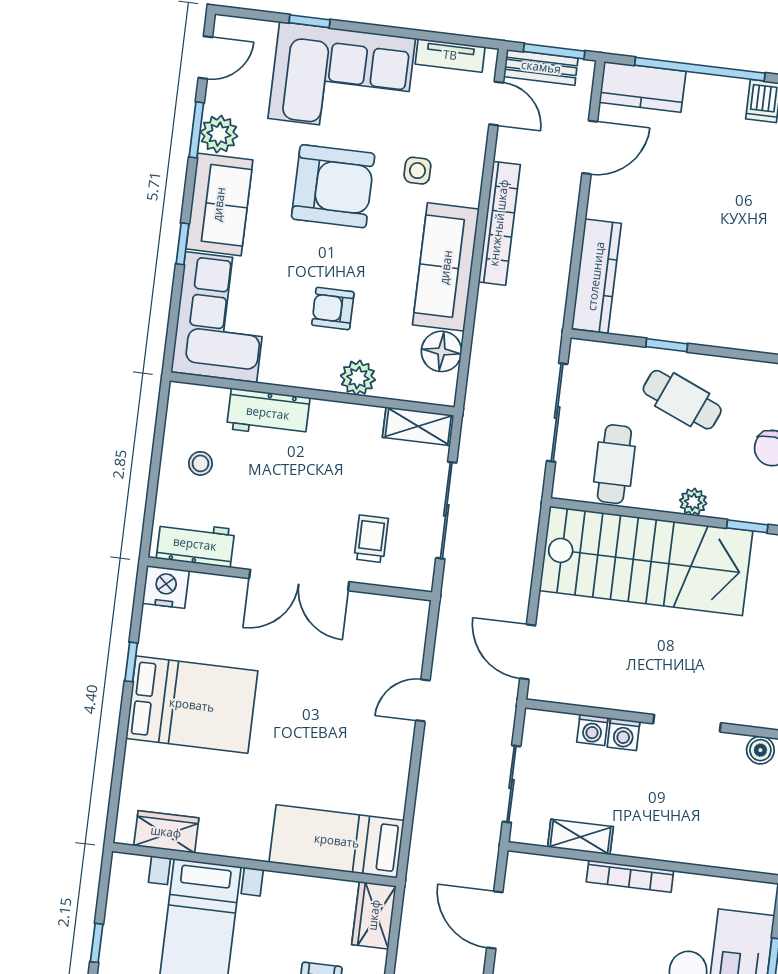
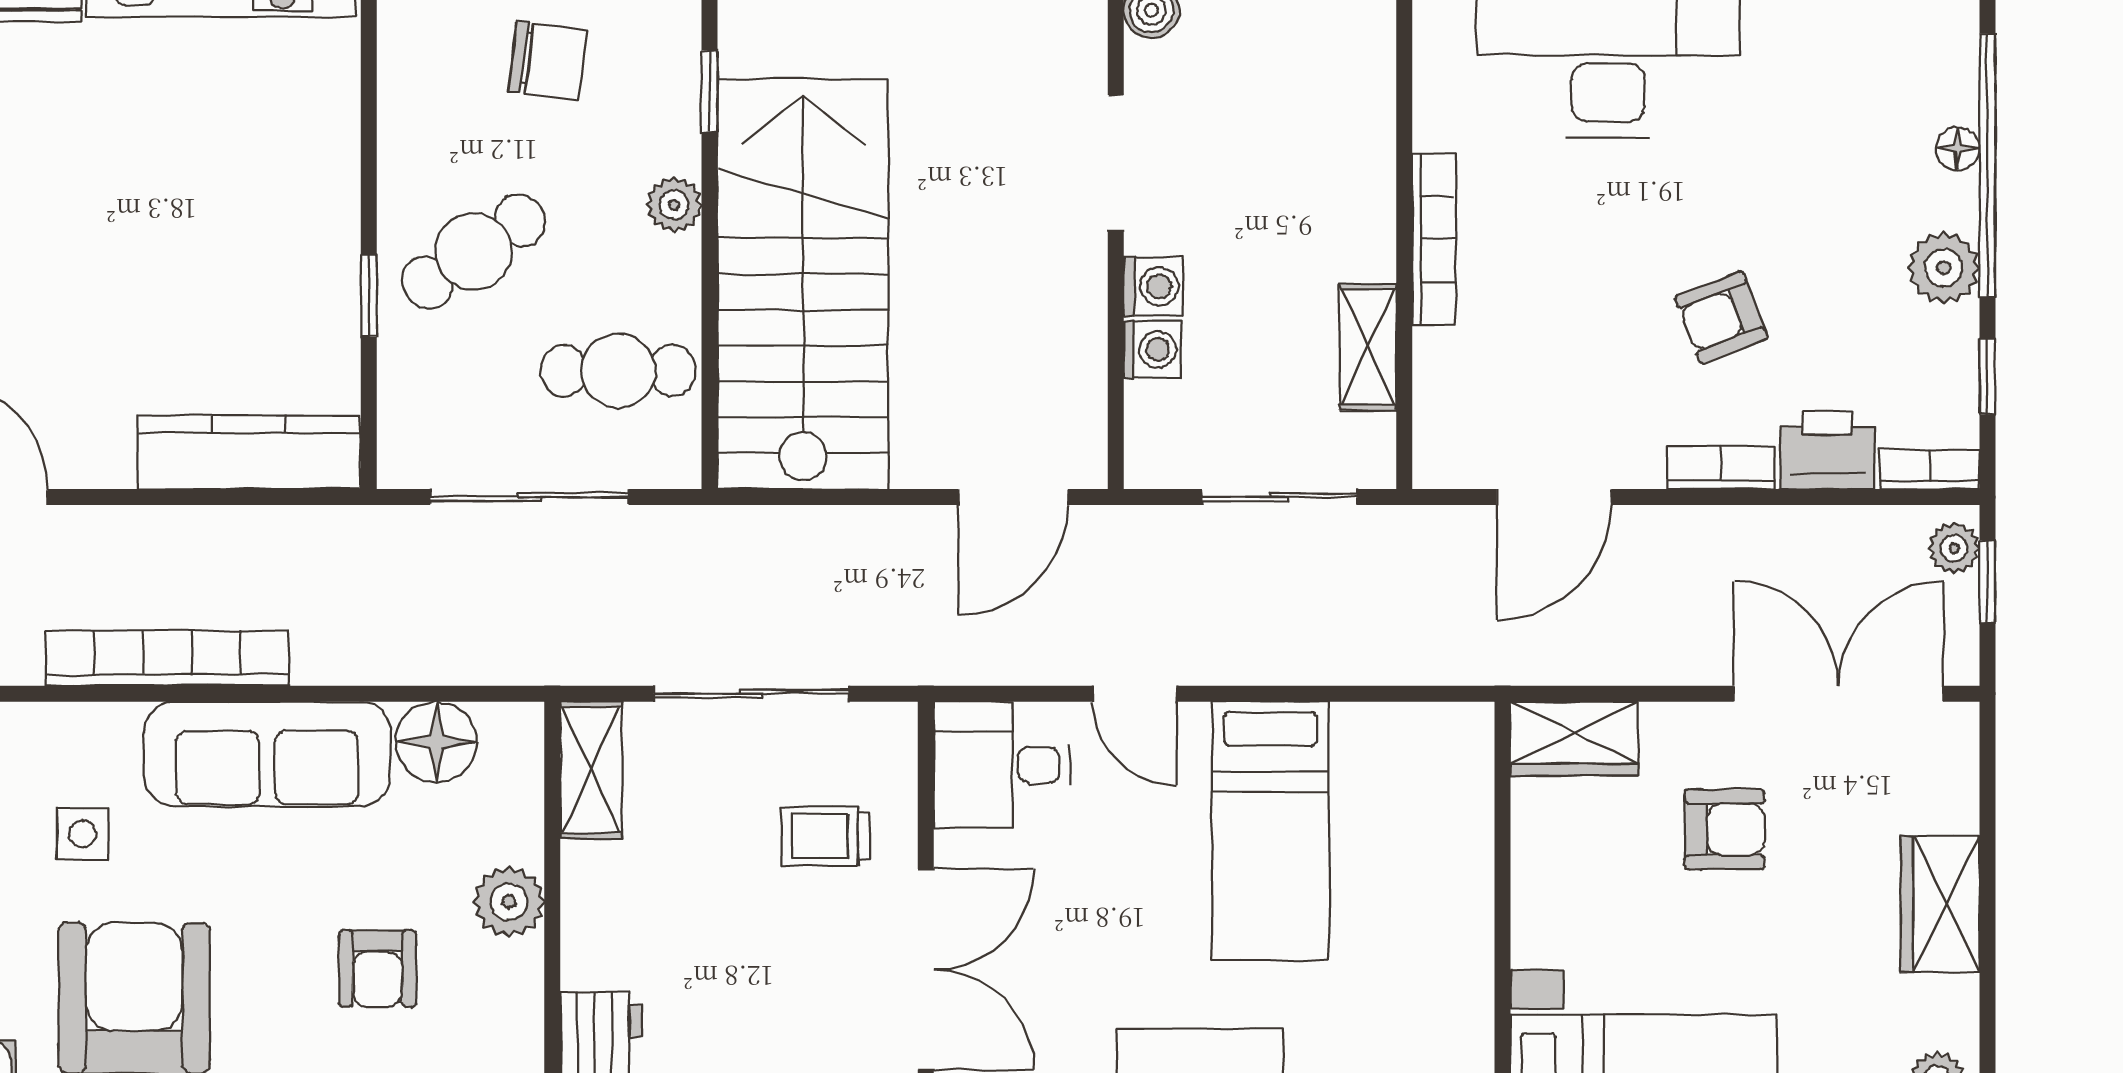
cafe table: (682, 400) -> (474, 252), turned 33
desk: (396, 630) -> (1002, 765), added
bed: (337, 841) -> (1270, 831), moved

